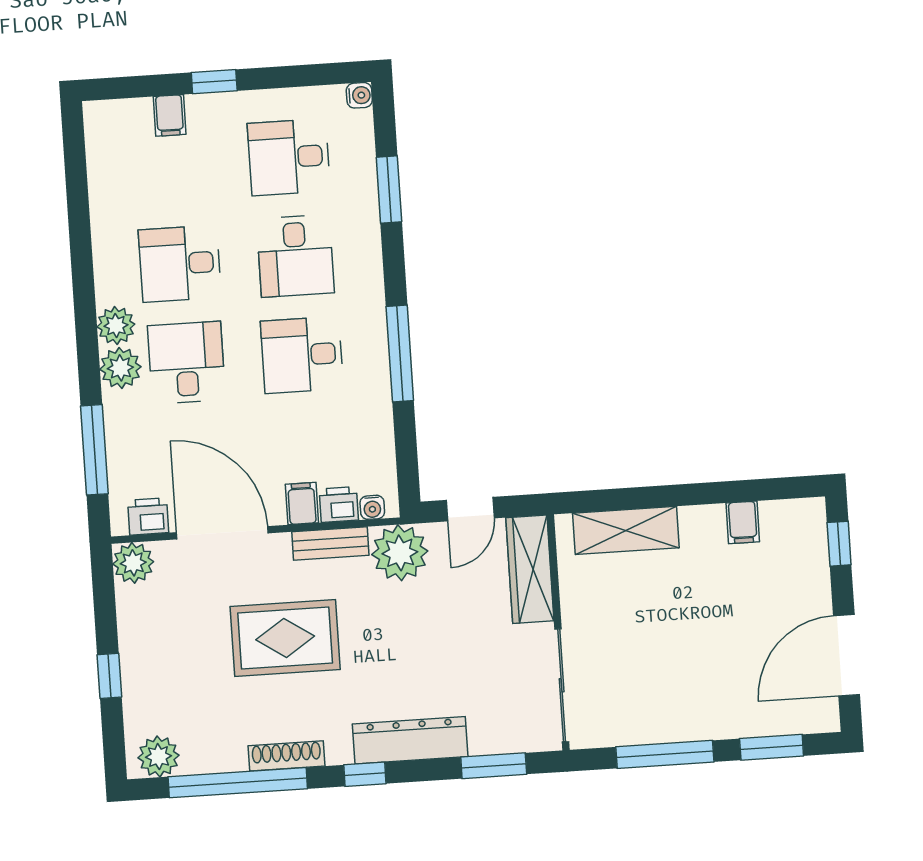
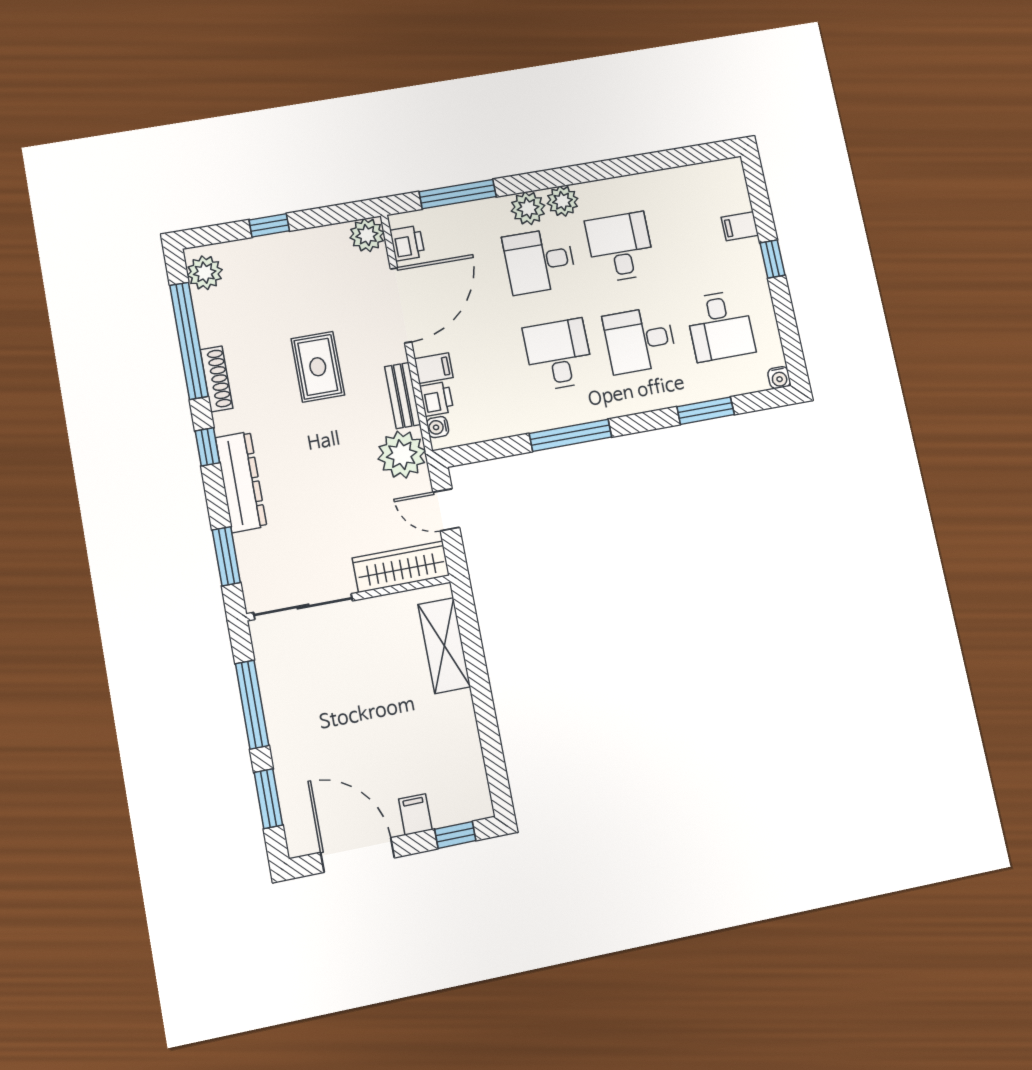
desk: (289, 157) -> (720, 326), turned 180
desk: (186, 363) -> (540, 261), turned 180
filing cabinet: (743, 522) -> (415, 814), moved, turned 90
rug: (285, 638) -> (318, 367), width x0.73, depth x0.70

